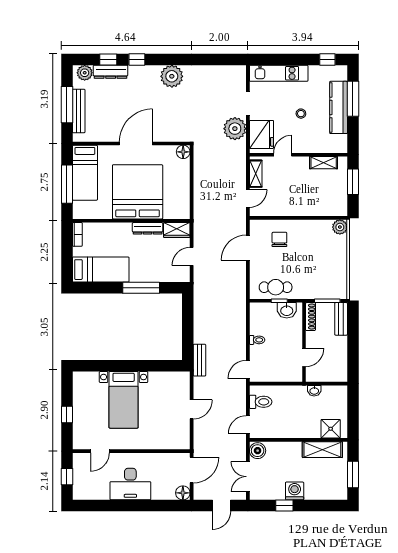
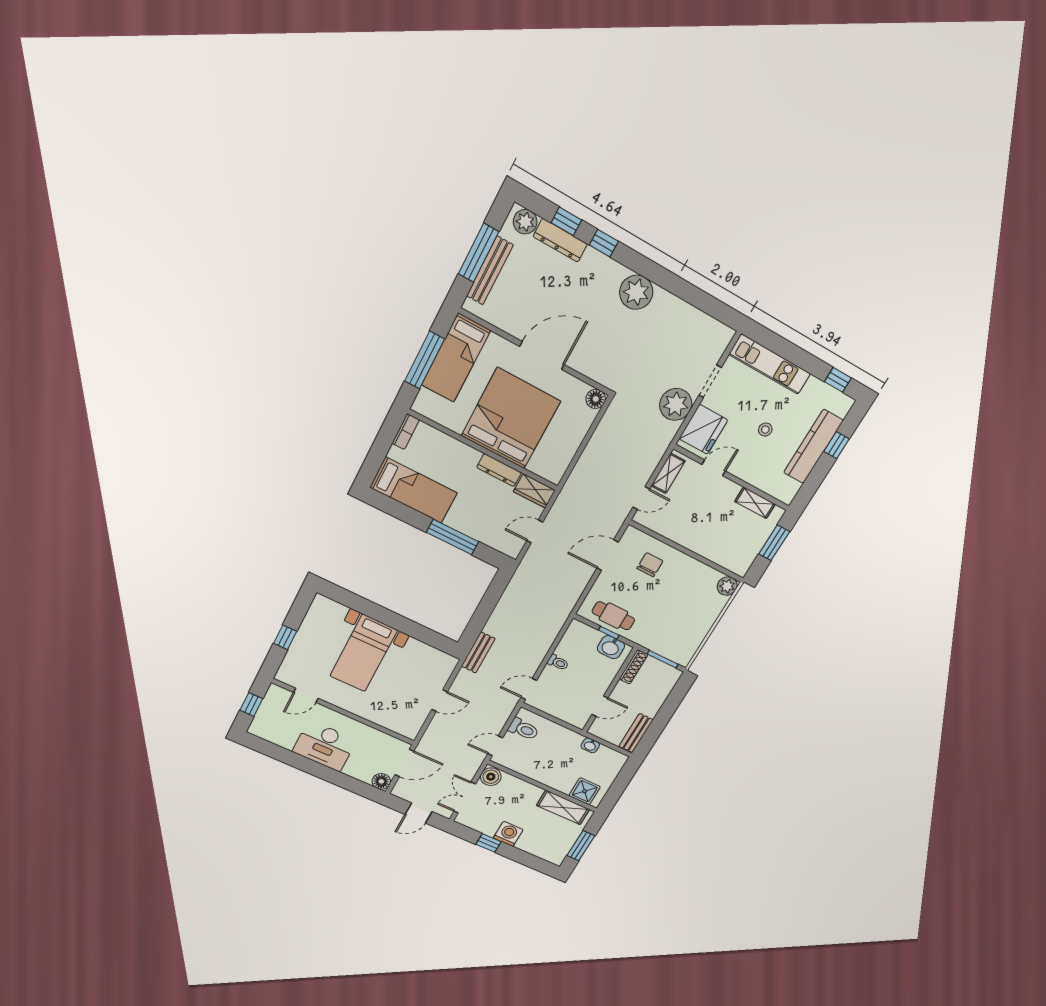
window: (353, 99) -> (836, 445), width x0.46
bench: (341, 319) -> (636, 733), moved

